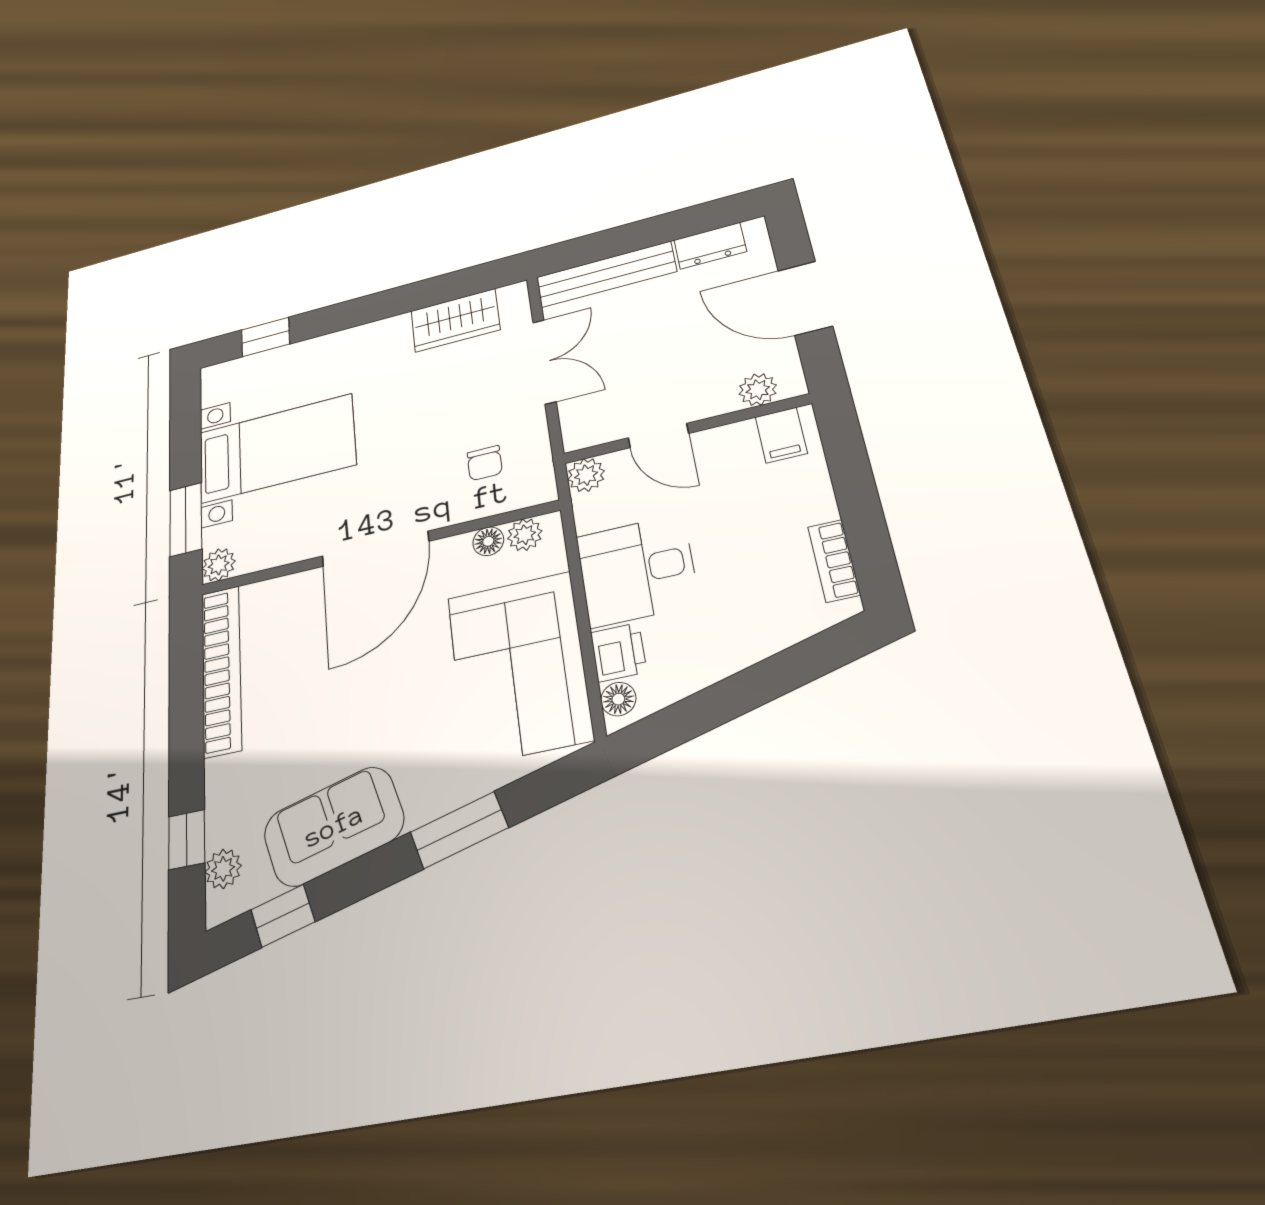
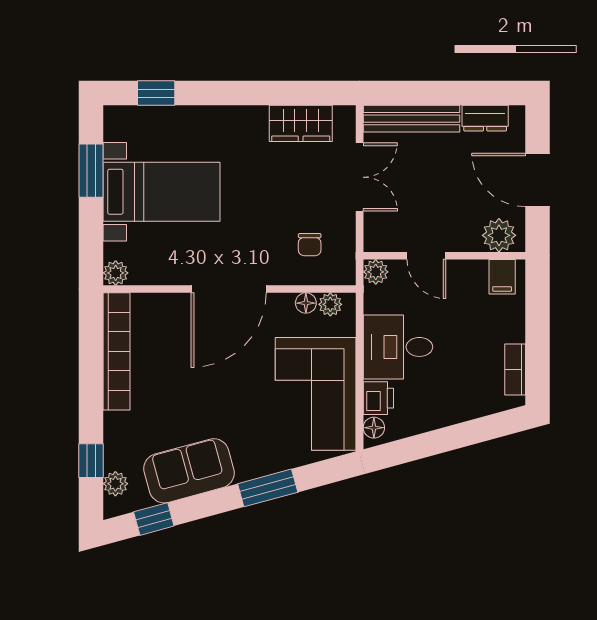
plant: (758, 390) -> (499, 235), width x1.38, depth x1.38
window: (186, 519) -> (91, 171), moved

